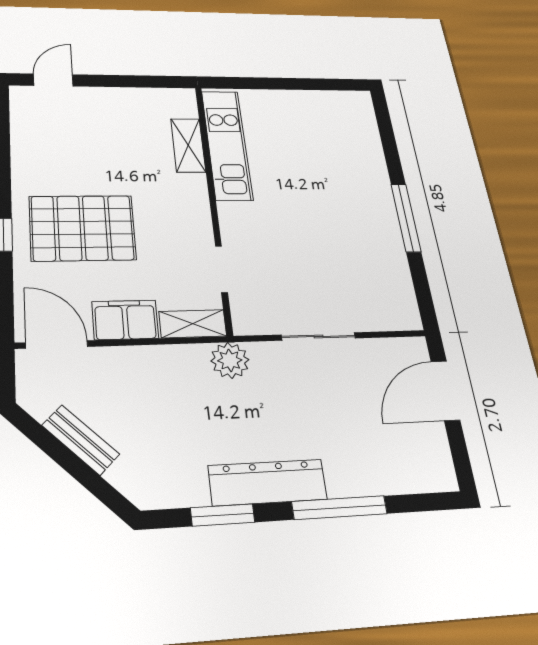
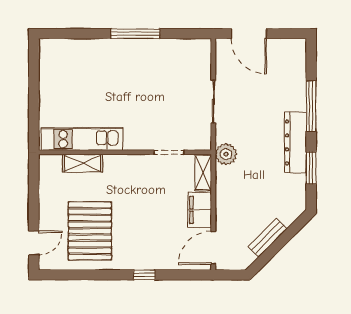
door: (53, 80) -> (34, 243), swing flipped
pallet: (82, 228) -> (90, 231), moved

